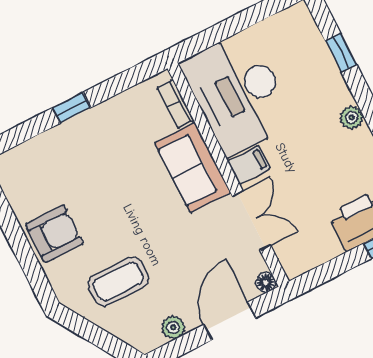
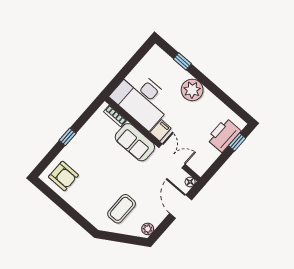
plant: (352, 117) -> (192, 90), width x1.88, depth x1.88
armchair: (54, 234) -> (63, 176), moved, turned 90
plant: (173, 327) -> (148, 229), moved

